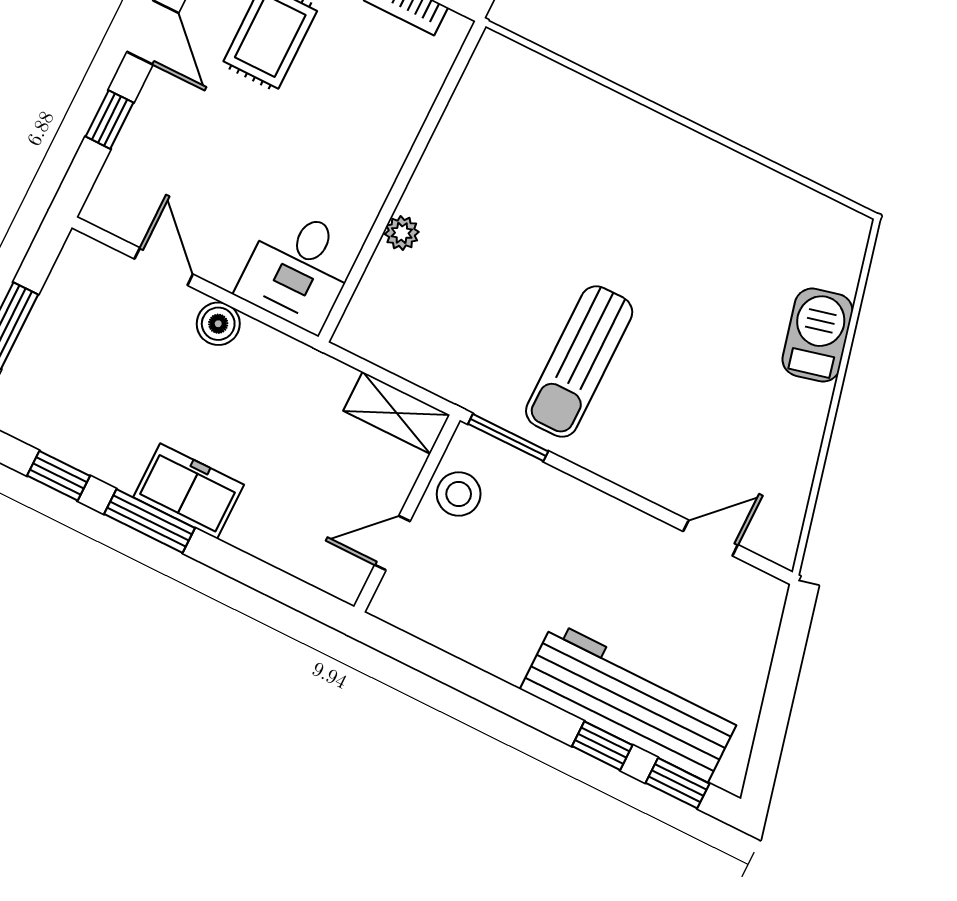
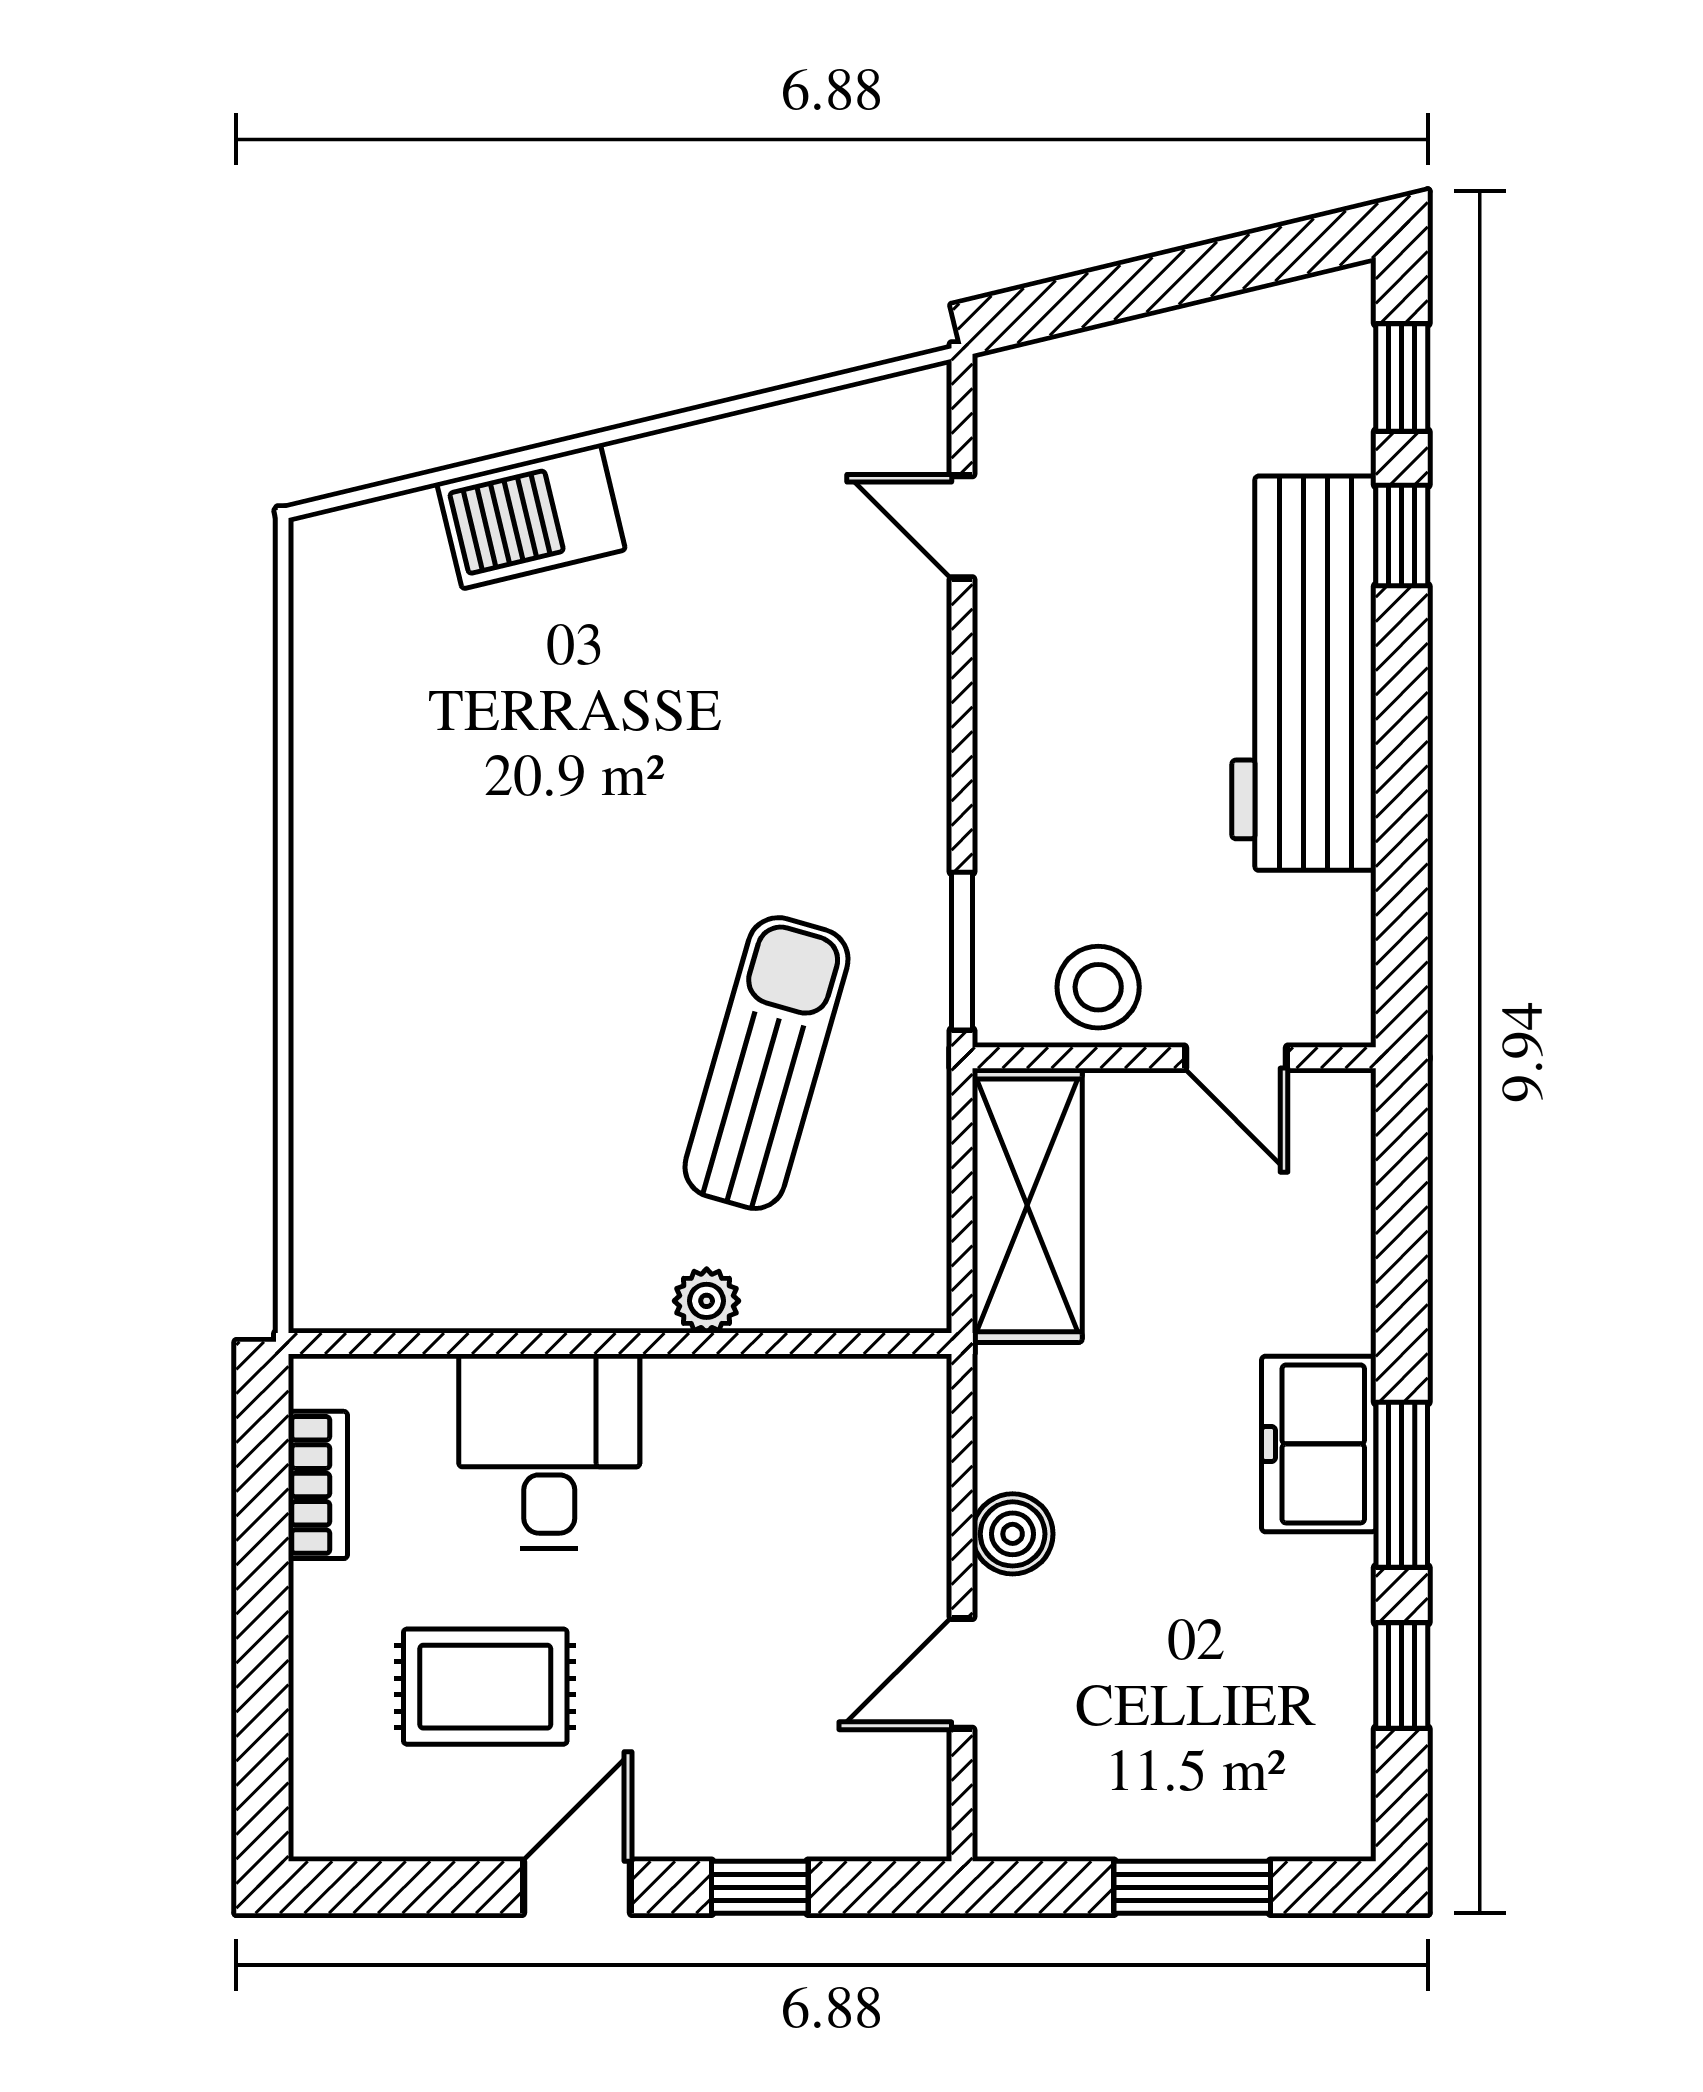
desk: (298, 269) -> (549, 1451), moved, turned -90
sun lounger: (579, 362) -> (767, 1063), moved, turned -74
shelving: (396, 413) -> (1027, 1205), width x1.50, depth x1.33
workbench: (631, 702) -> (1304, 673), moved

